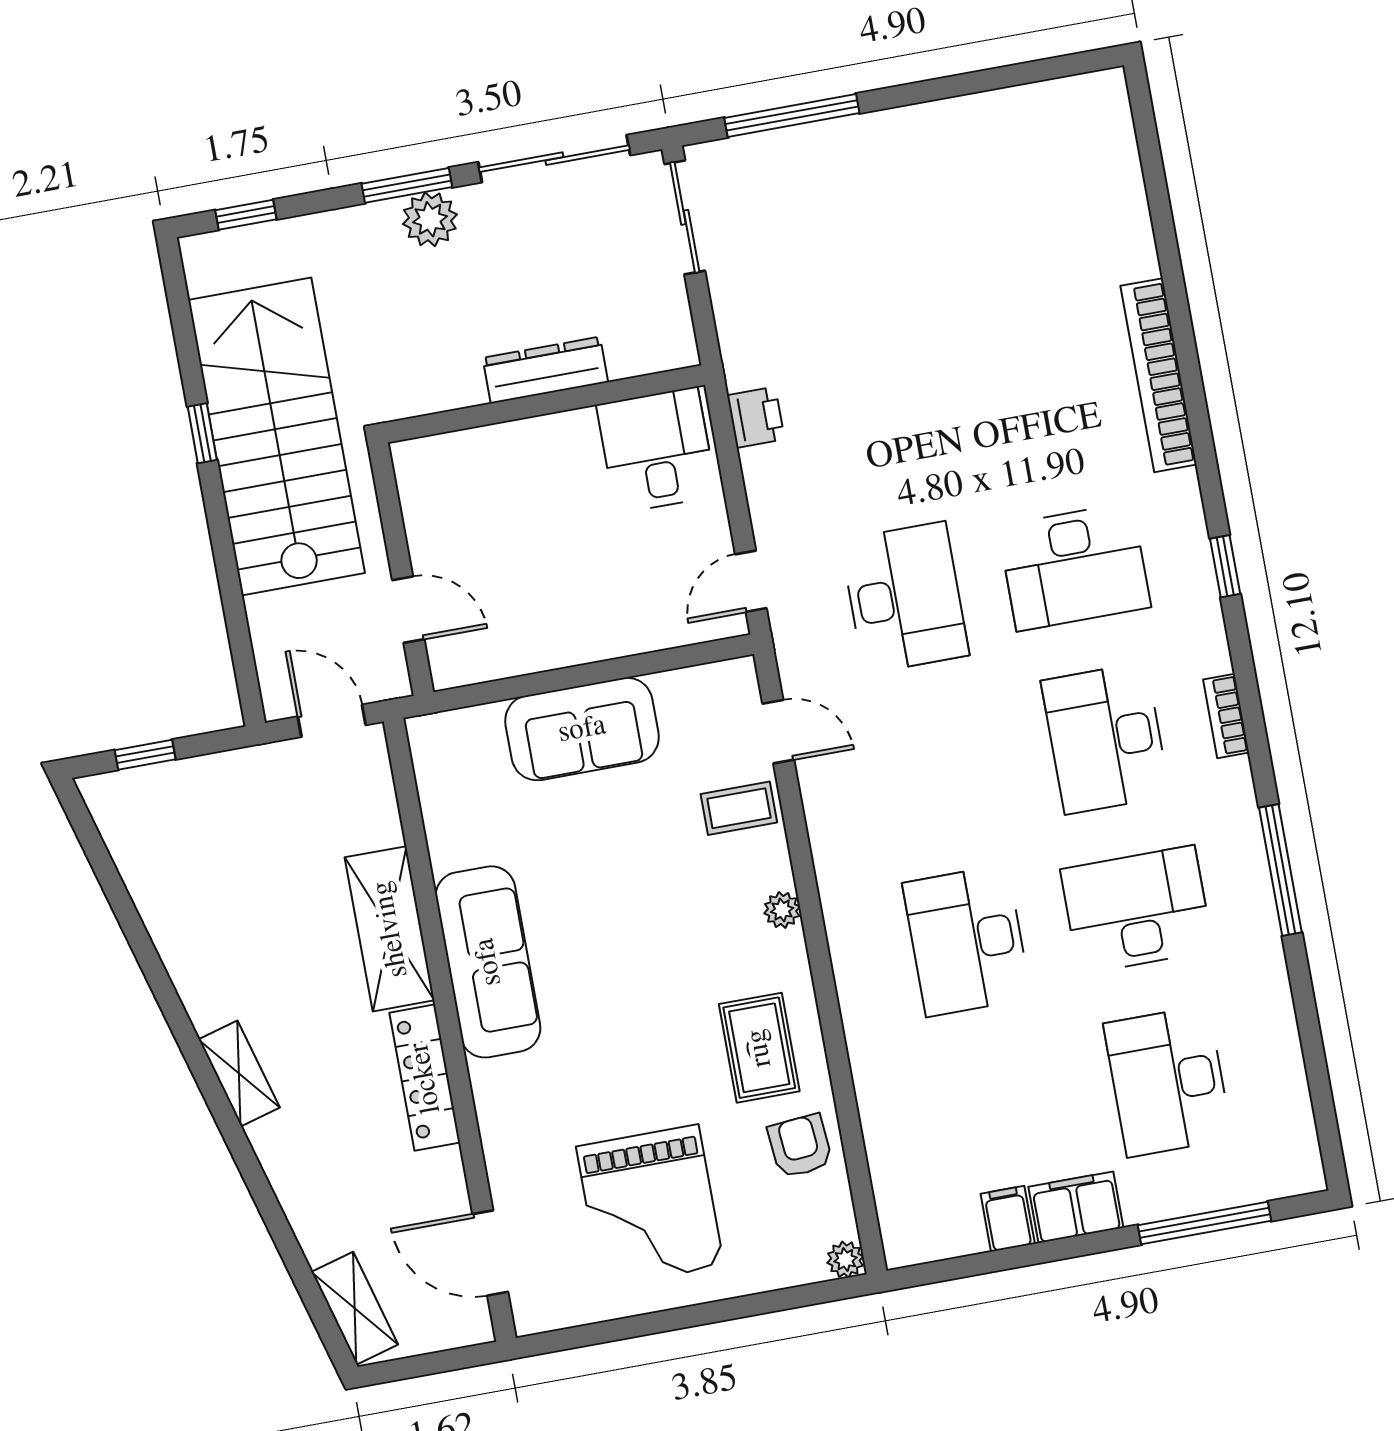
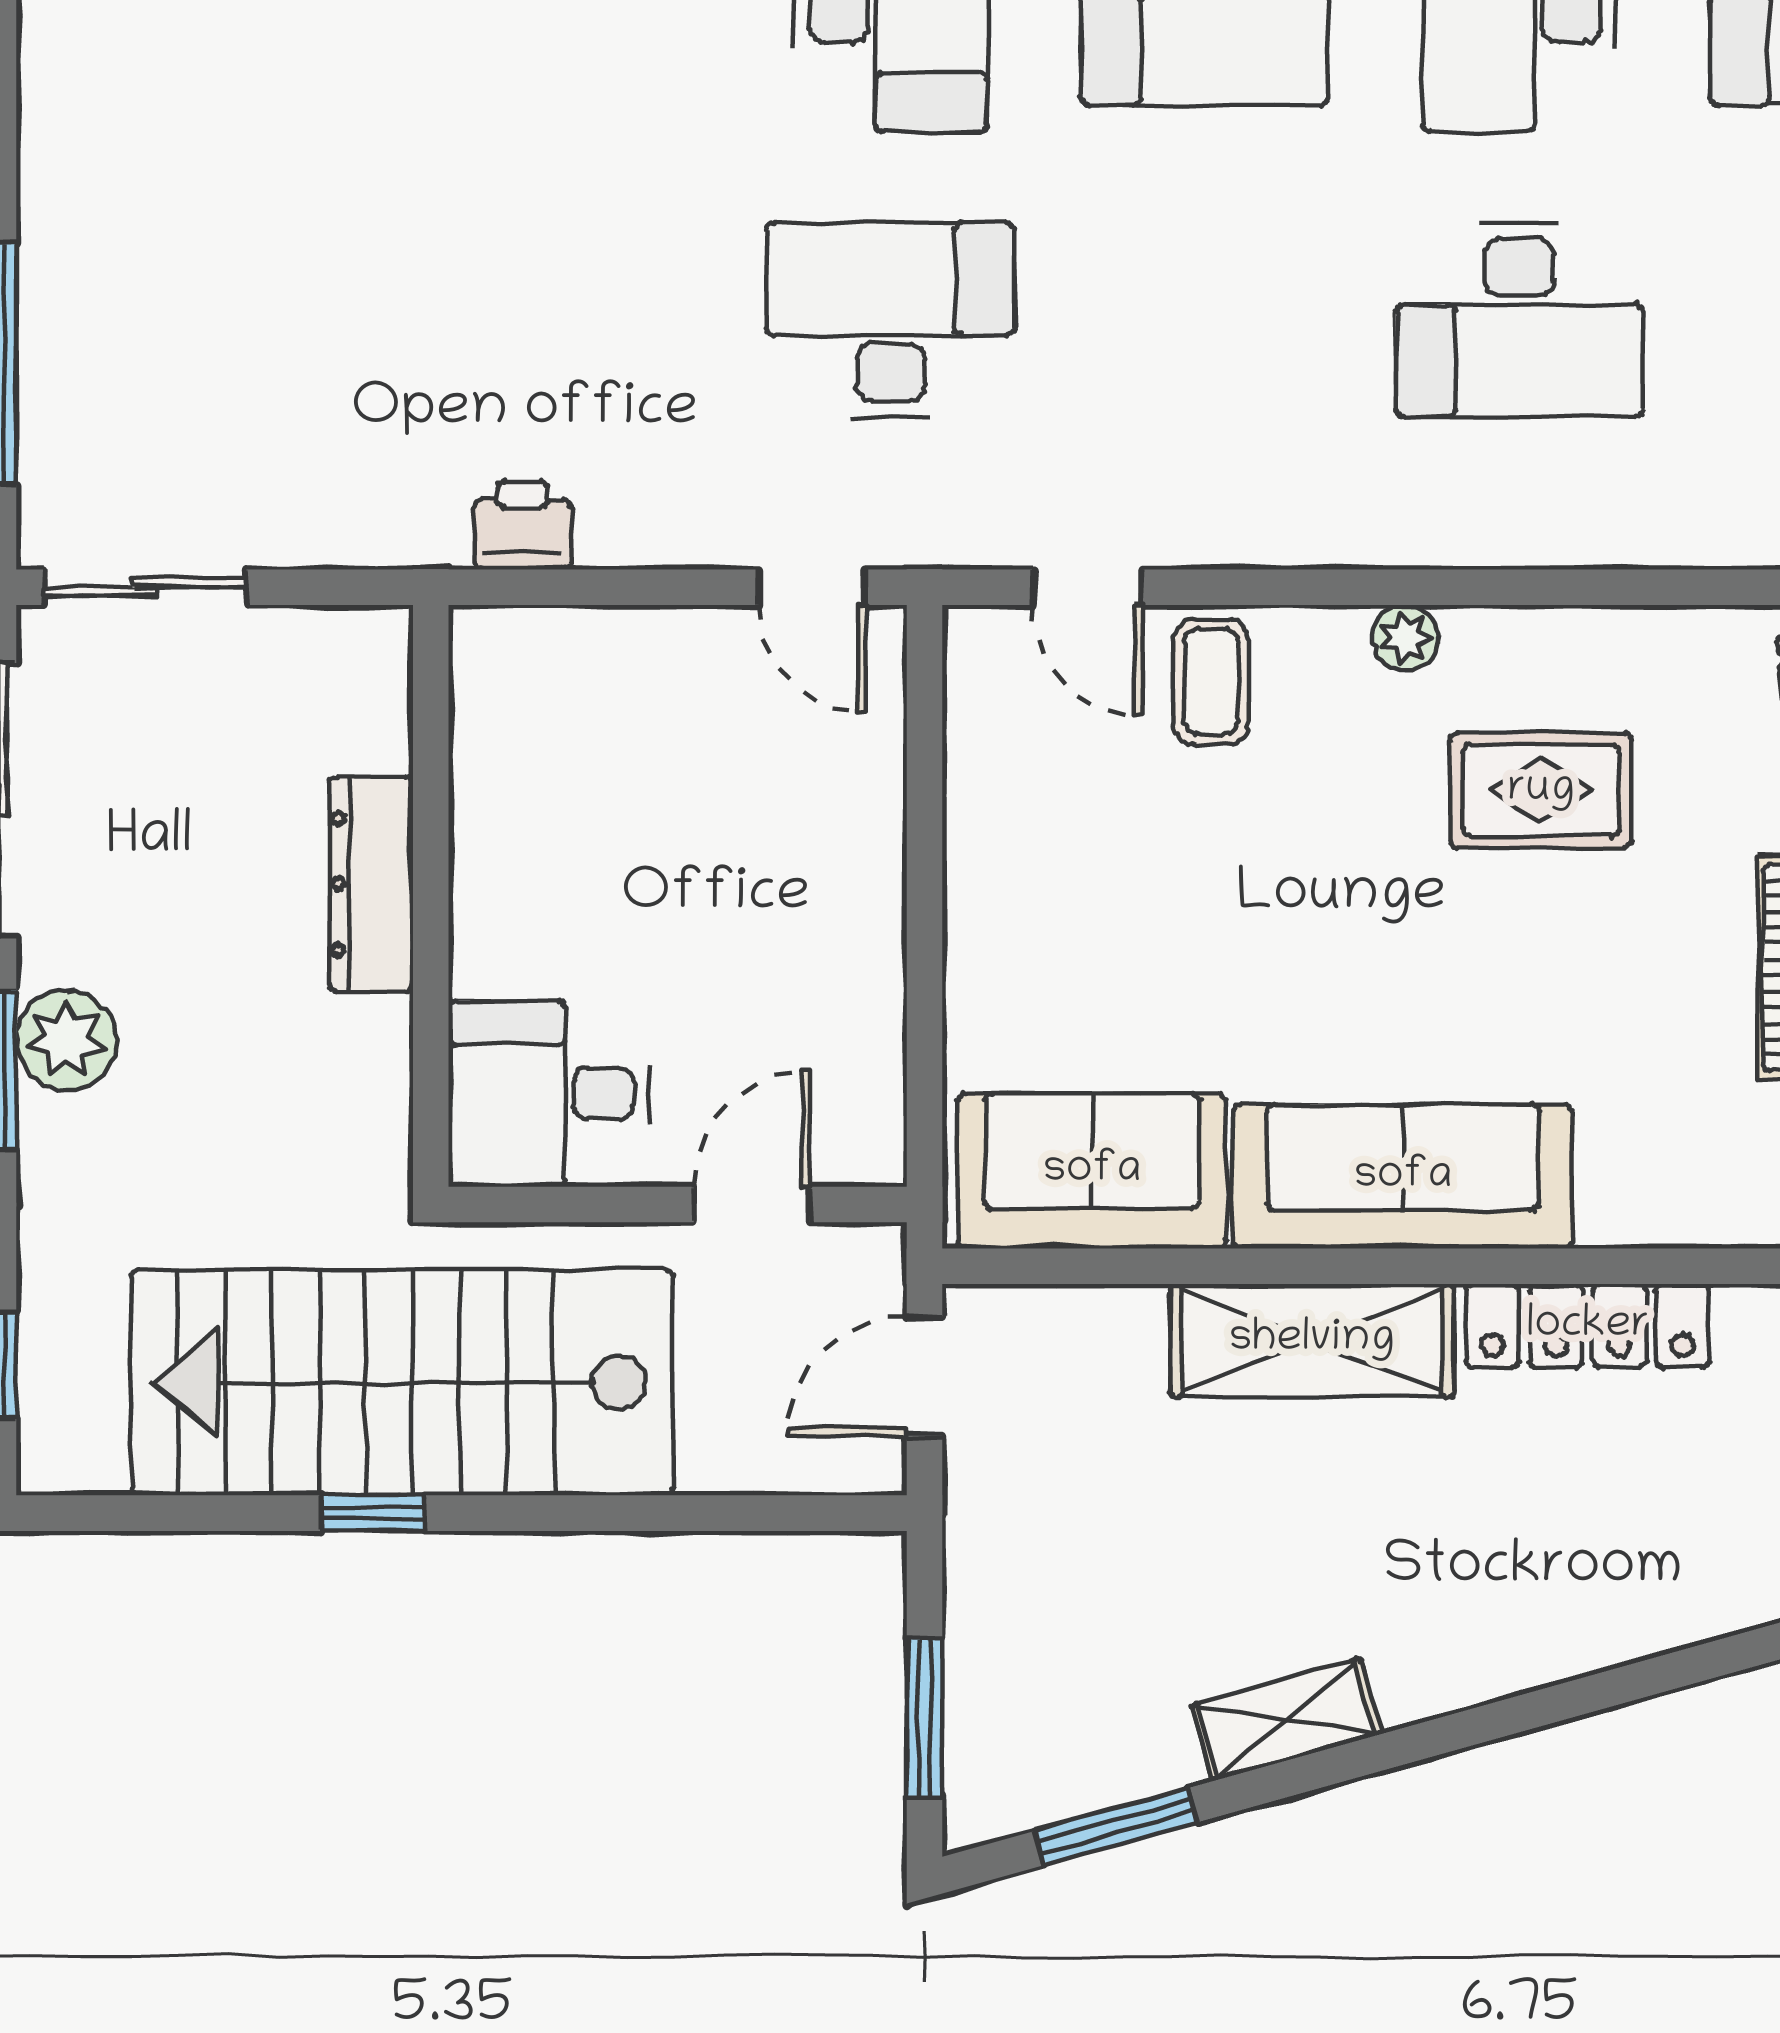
desk: (657, 450) -> (549, 1094), moved
sofa: (582, 729) -> (1092, 1171), moved, turned -90
door: (778, 732) -> (1087, 587), swing flipped
window: (145, 755) -> (924, 1718), width x1.50
window: (105, 870) -> (1116, 1827), added
rug: (759, 1048) -> (1541, 790), moved
shelving: (239, 1074) -> (1286, 1720), moved

